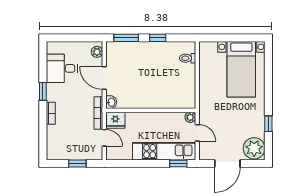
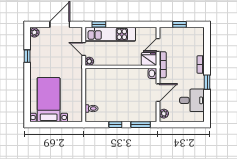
door: (104, 78) -> (158, 93), hinge flipped
door: (104, 138) -> (158, 45), hinge flipped
plant: (254, 148) -> (34, 33), width x0.53, depth x0.53

